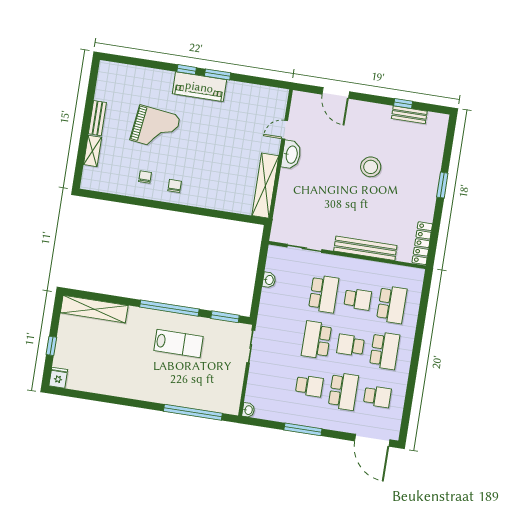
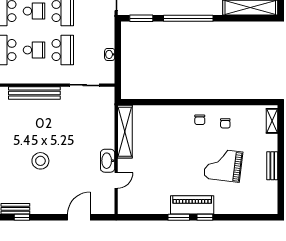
door: (336, 93) -> (79, 217), hinge flipped
shelving: (93, 151) -> (272, 121), moved
school desk: (324, 294) -> (63, 50), turned 180
school desk: (358, 299) -> (34, 50), turned 180

